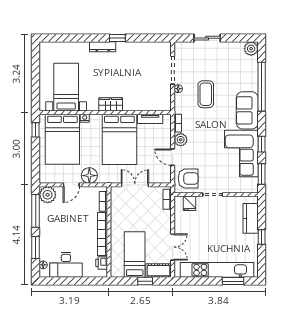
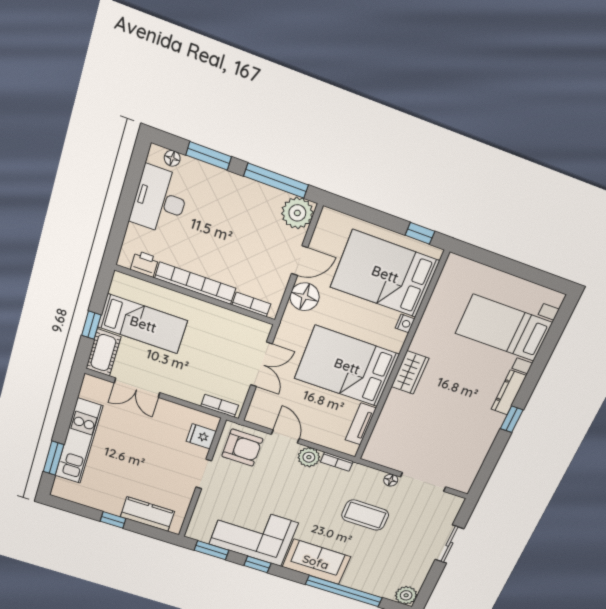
bed with nightstands: (66, 87) -> (504, 328), moved, turned 180
door: (173, 157) -> (285, 437), hinge flipped
armchair: (188, 178) -> (242, 448), turned -90
door: (71, 185) -> (300, 261), swing flipped
kitchen unit: (217, 270) -> (79, 441), width x0.73

